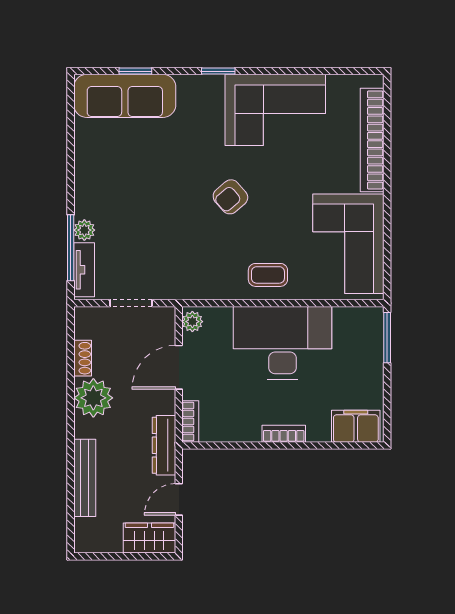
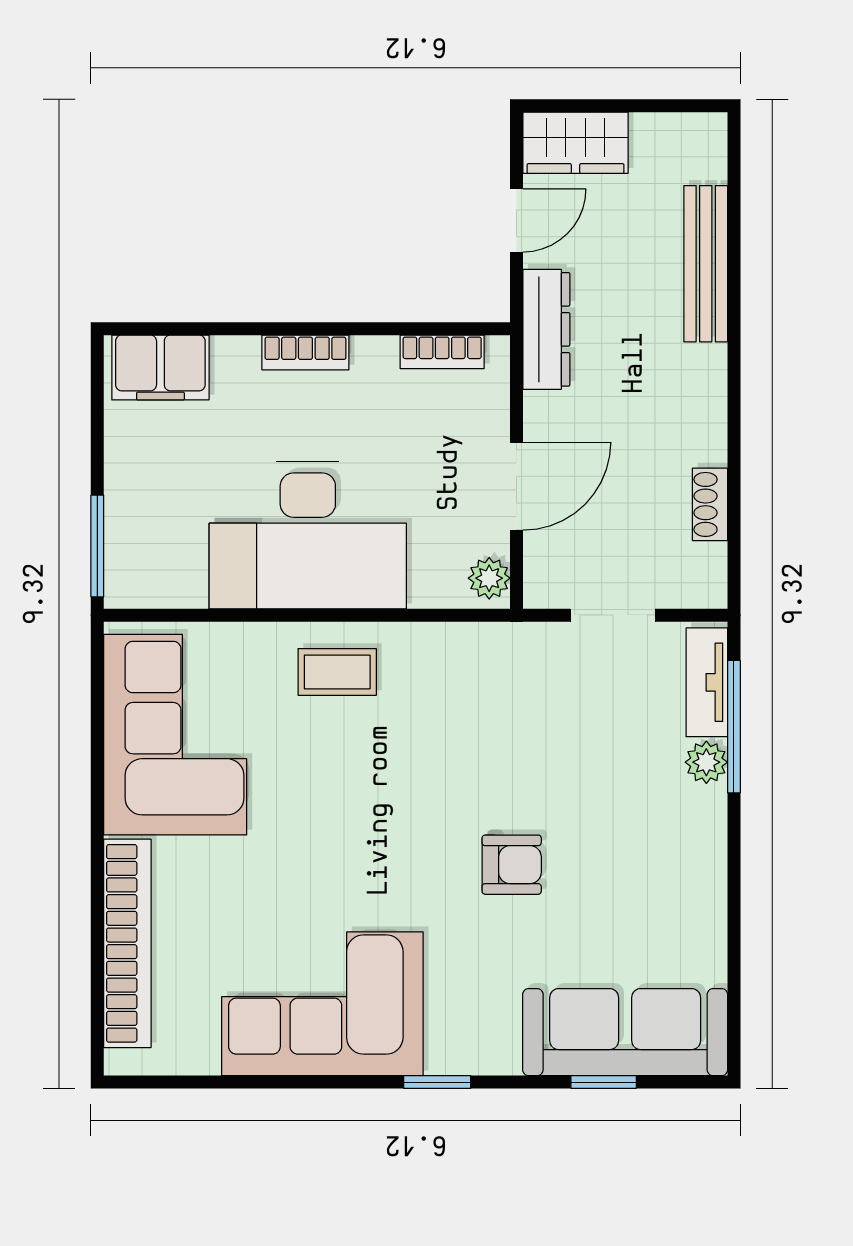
armchair: (230, 197) -> (512, 865), moved, turned 41
plant: (93, 398) -> (688, 425), removed
bookcase: (190, 422) -> (442, 352), moved, turned -90

